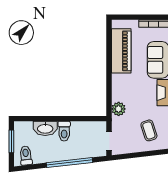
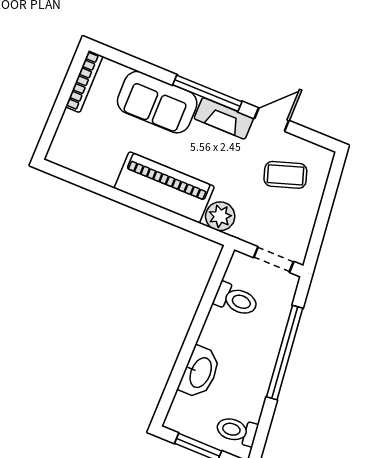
piano: (121, 51) -> (164, 187), moved
toilet: (64, 131) -> (236, 300), moved

